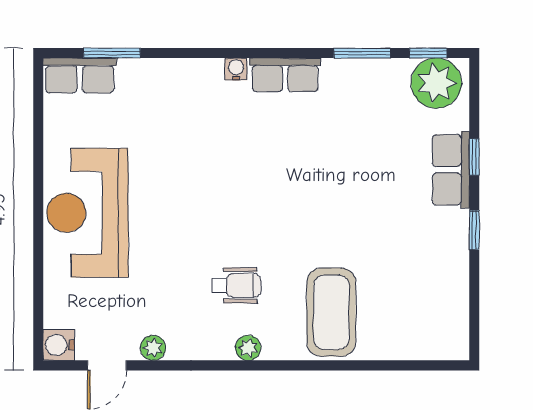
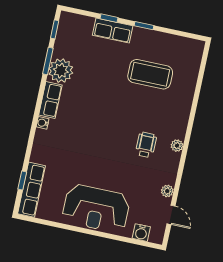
window: (112, 53) -> (22, 181), width x0.67
row of seats: (80, 75) -> (31, 190), width x1.48
plant: (436, 83) -> (61, 71), moved
coffee table: (331, 312) -> (150, 74), moved
water cooler: (59, 345) -> (141, 233), moved

